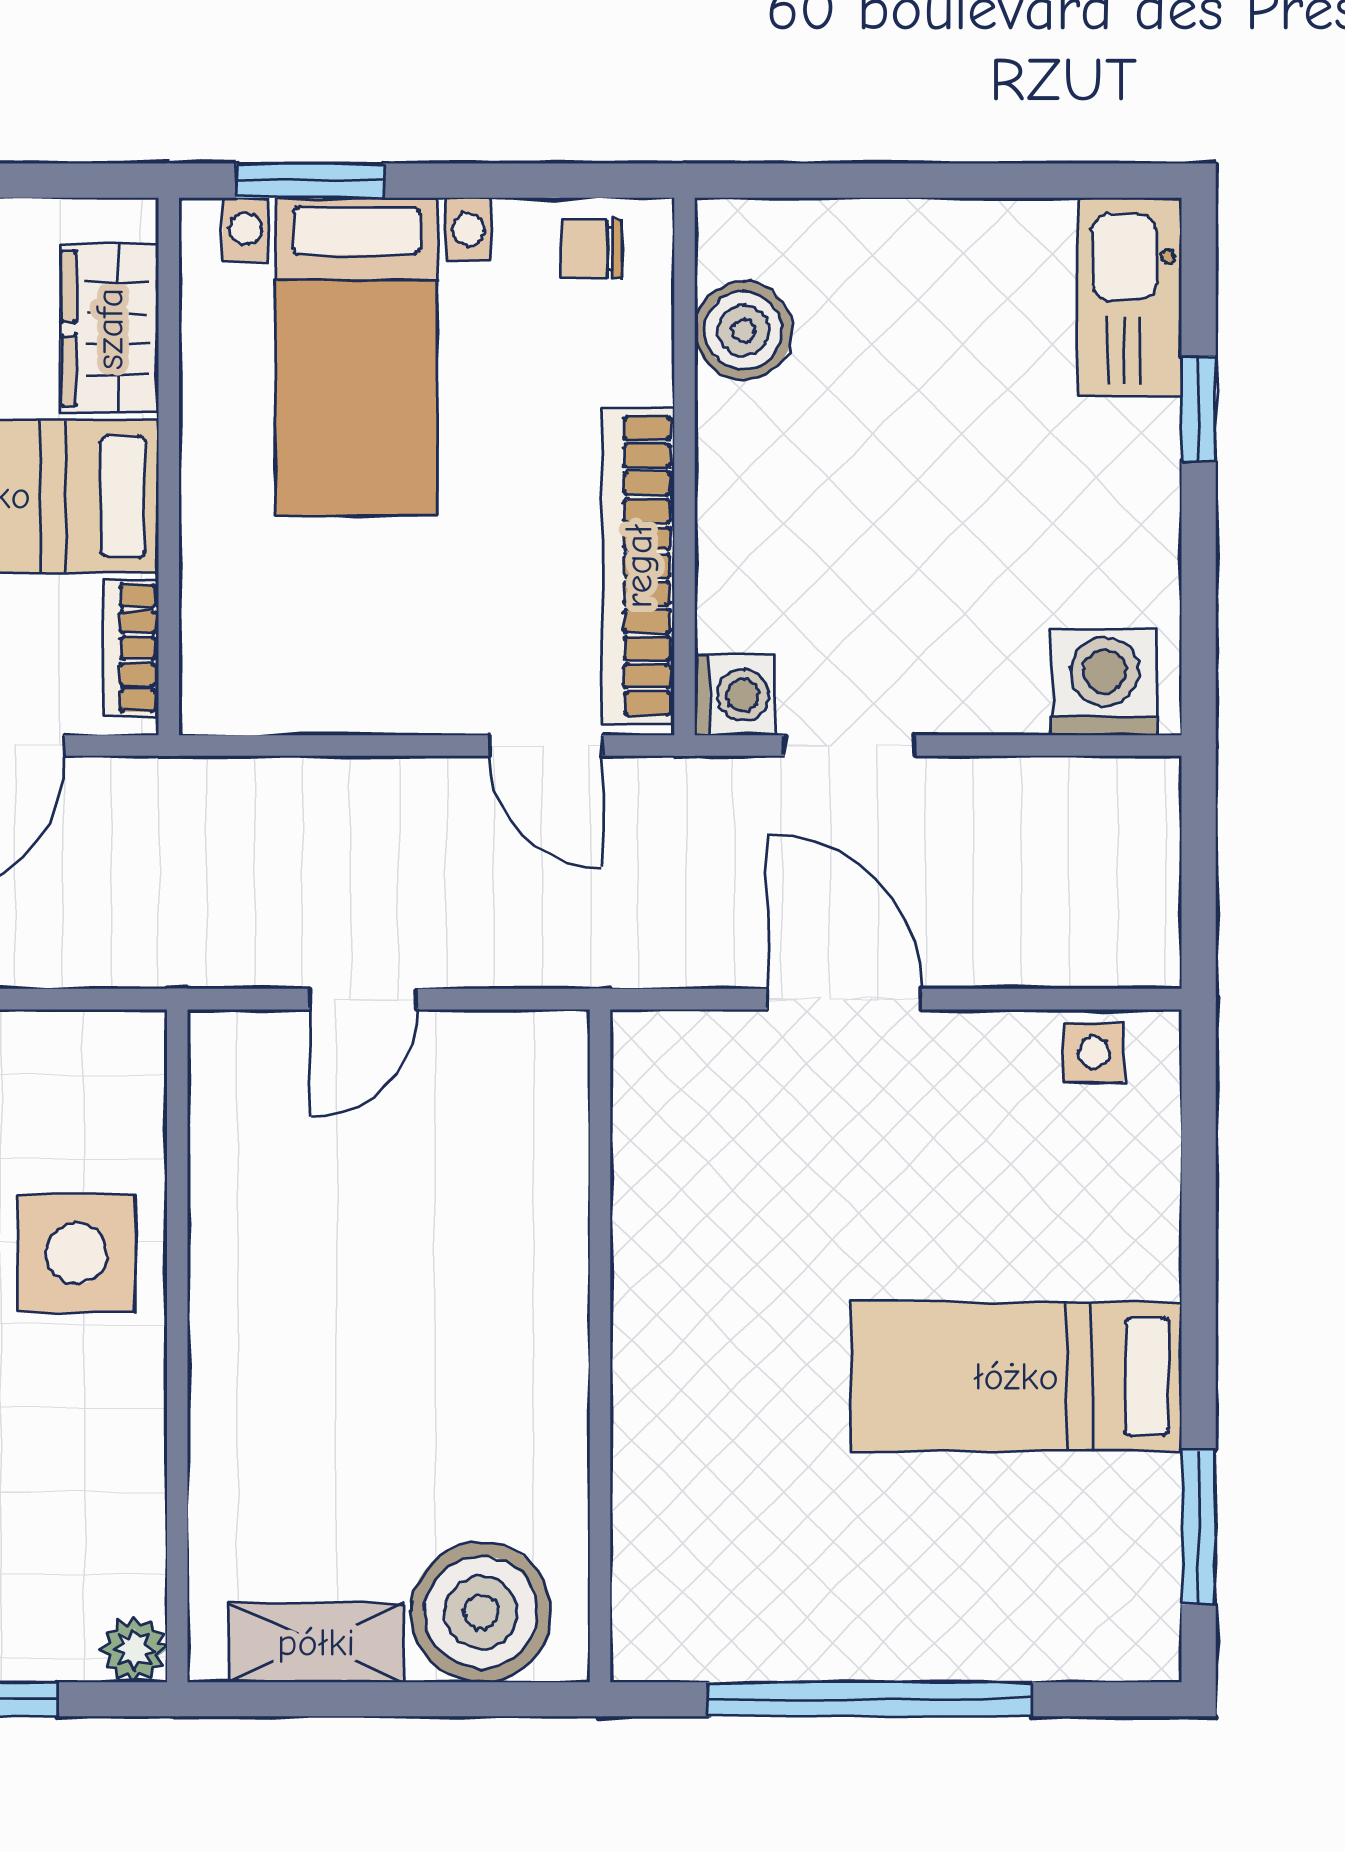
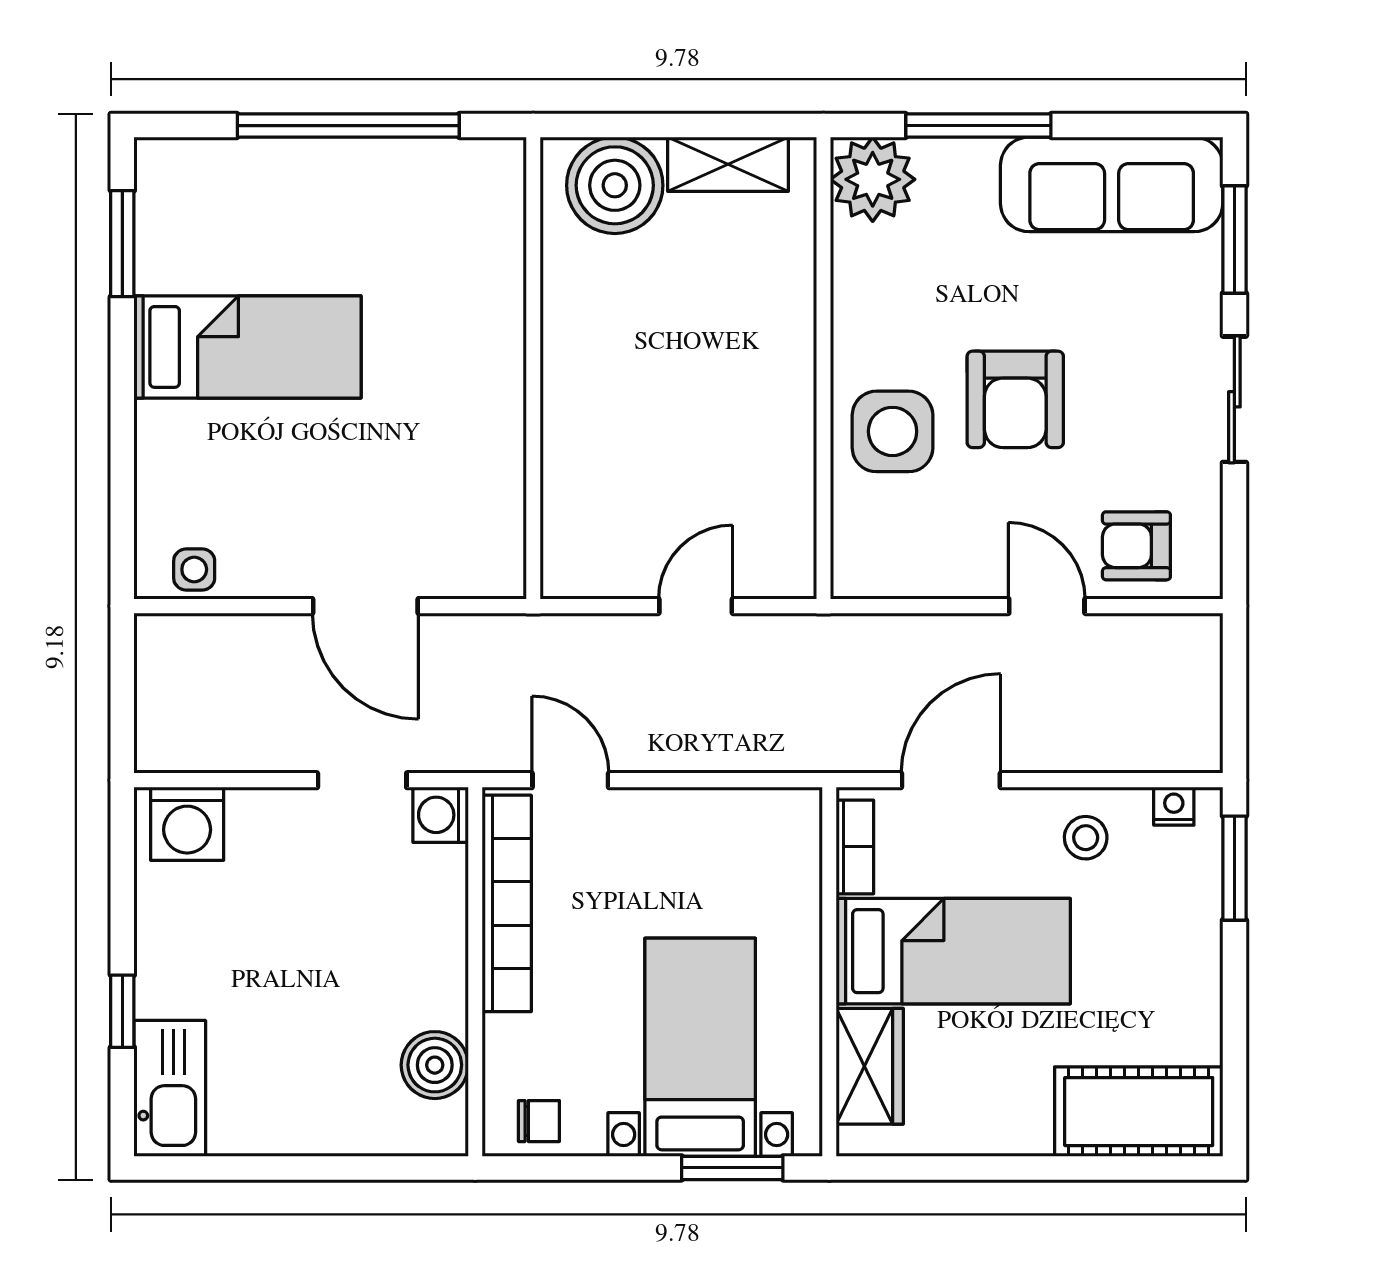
plant: (134, 1650) -> (873, 179), width x1.88, depth x1.88

